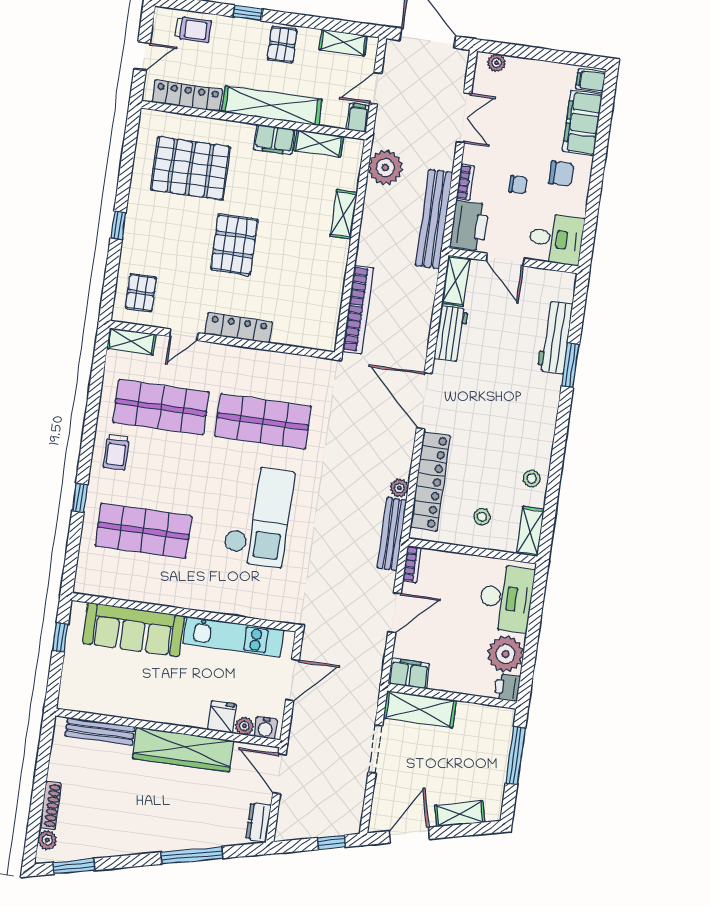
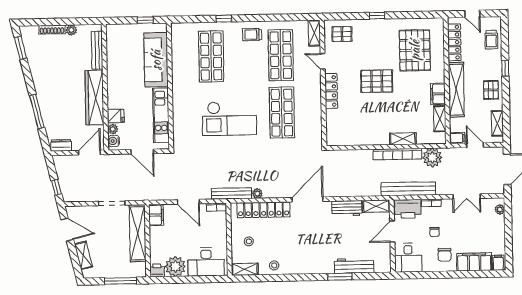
pallet: (282, 45) -> (491, 90), turned 90
bookcase: (358, 310) -> (397, 154), moved
shelving: (420, 709) -> (138, 233), width x1.47
plant: (47, 840) -> (71, 30), moved

